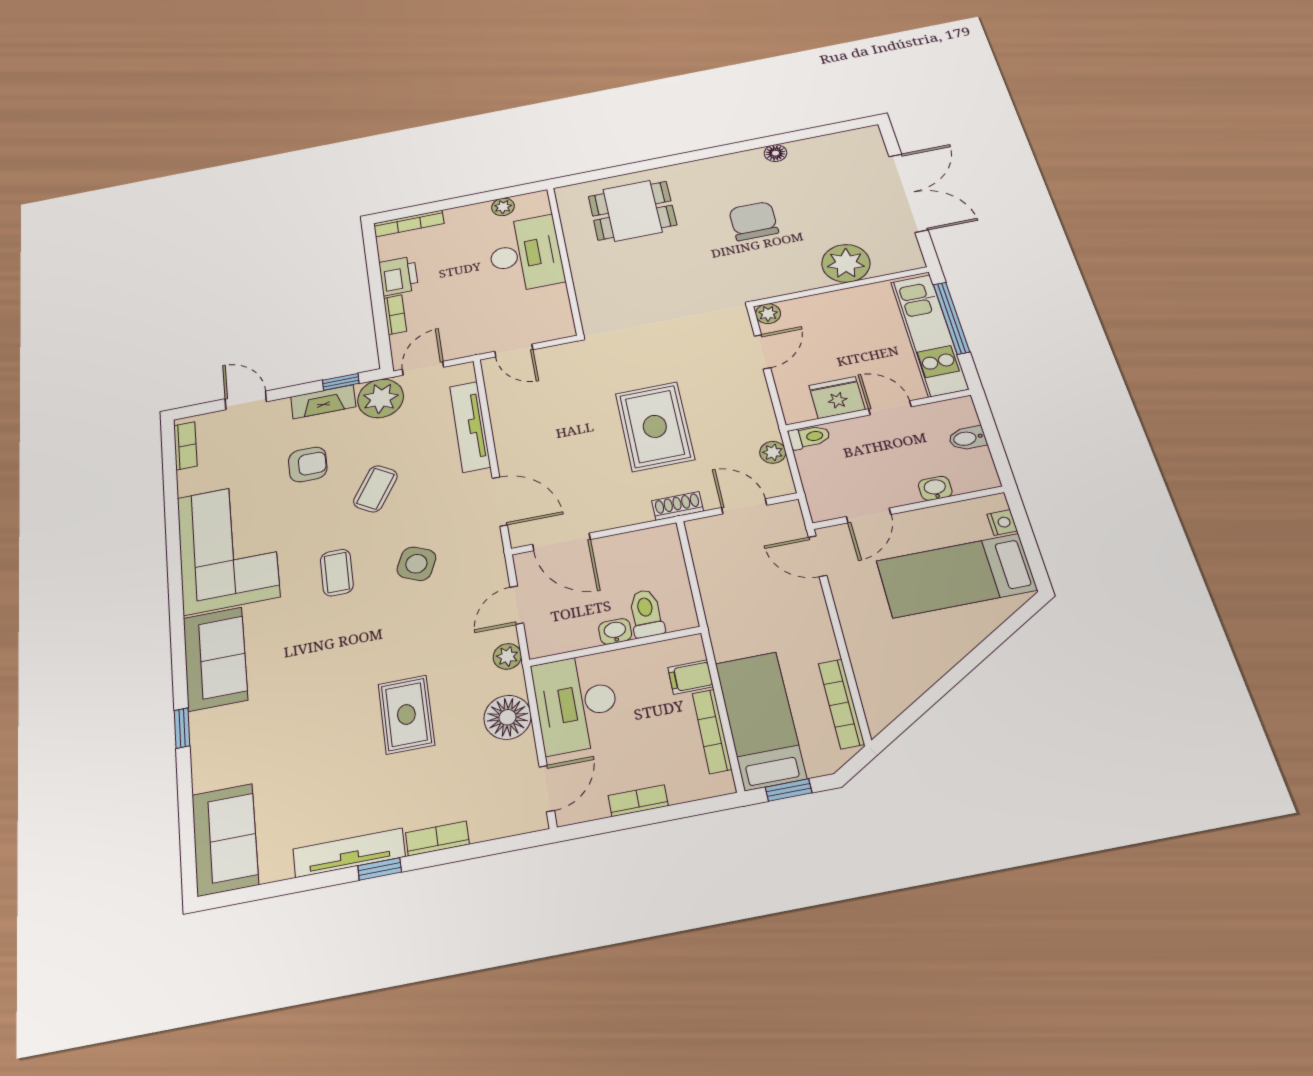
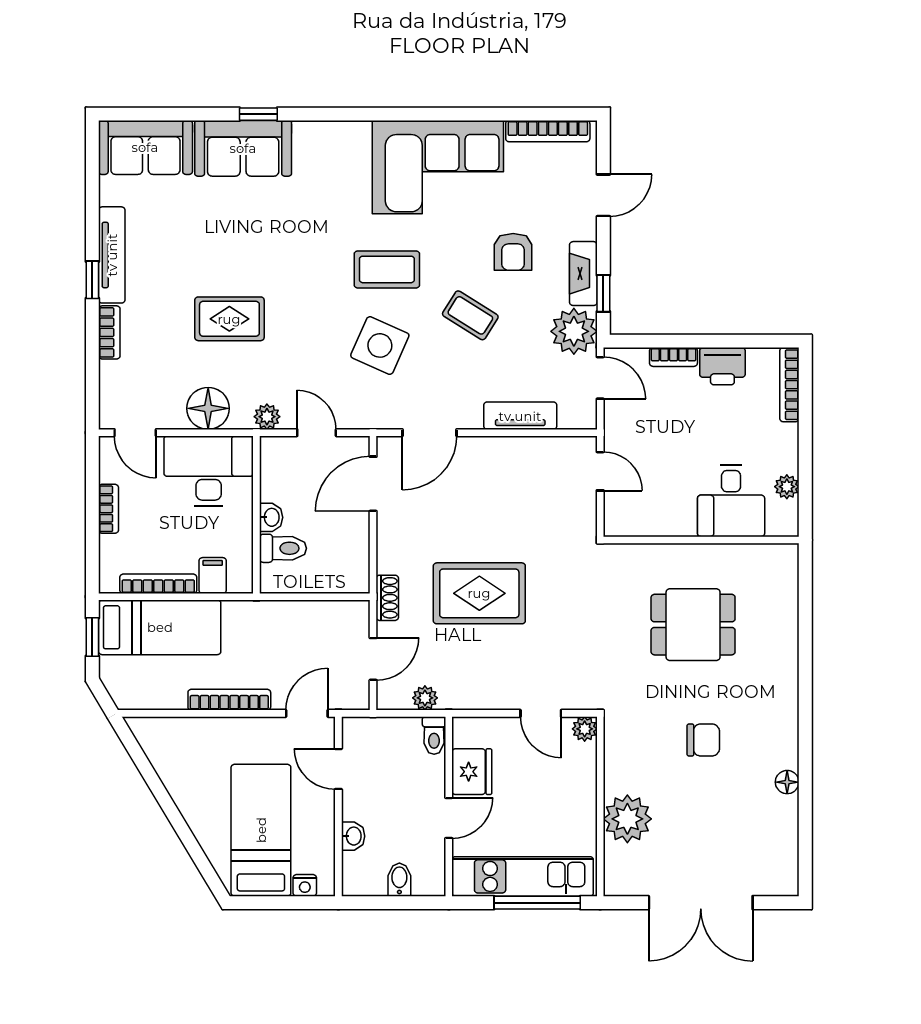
dining table: (632, 211) -> (693, 625), moved, turned 90
chair: (754, 221) -> (703, 740), width x0.73, depth x0.73
desk: (525, 254) -> (731, 501), width x0.73
door: (514, 351) -> (600, 471), swing flipped
tv unit: (470, 427) -> (520, 416), width x0.71
bookcase: (185, 446) -> (548, 131), width x1.56
side table: (416, 564) -> (380, 345), width x1.37, depth x1.37
coffee table: (337, 573) -> (387, 269), width x1.36, depth x1.30
sofa: (215, 659) -> (243, 148), moved
bookcase: (841, 704) -> (229, 700), moved

